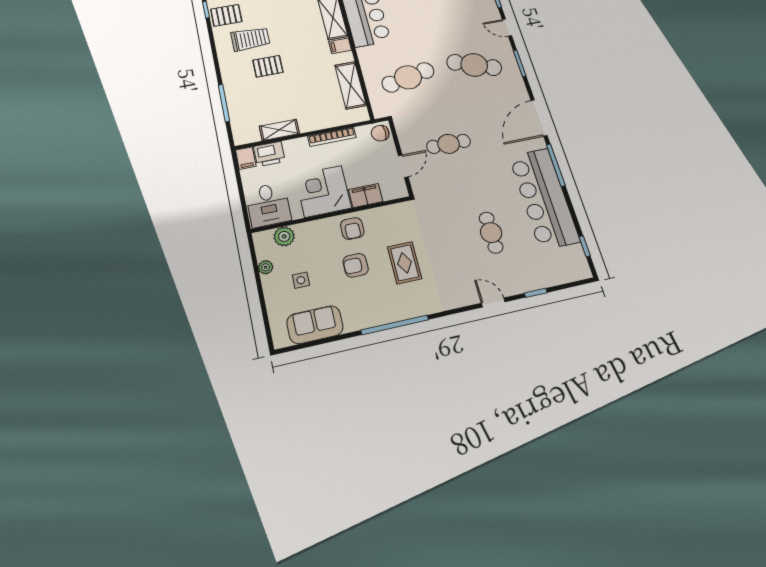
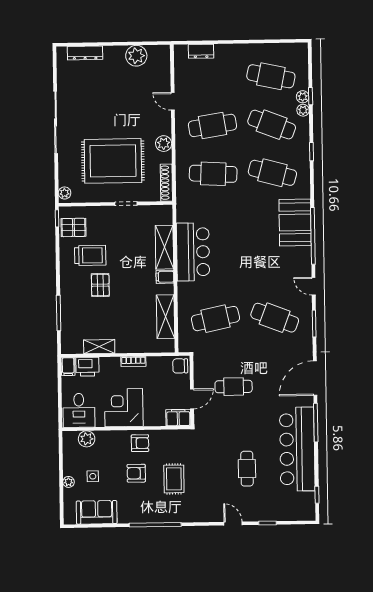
pallet: (268, 66) -> (100, 285), turned 90
bookcase: (332, 137) -> (133, 362), width x0.64
filing cabinet: (366, 196) -> (178, 418), moved
armchair: (352, 228) -> (140, 443), turned -90
plant: (266, 267) -> (69, 482), moved

